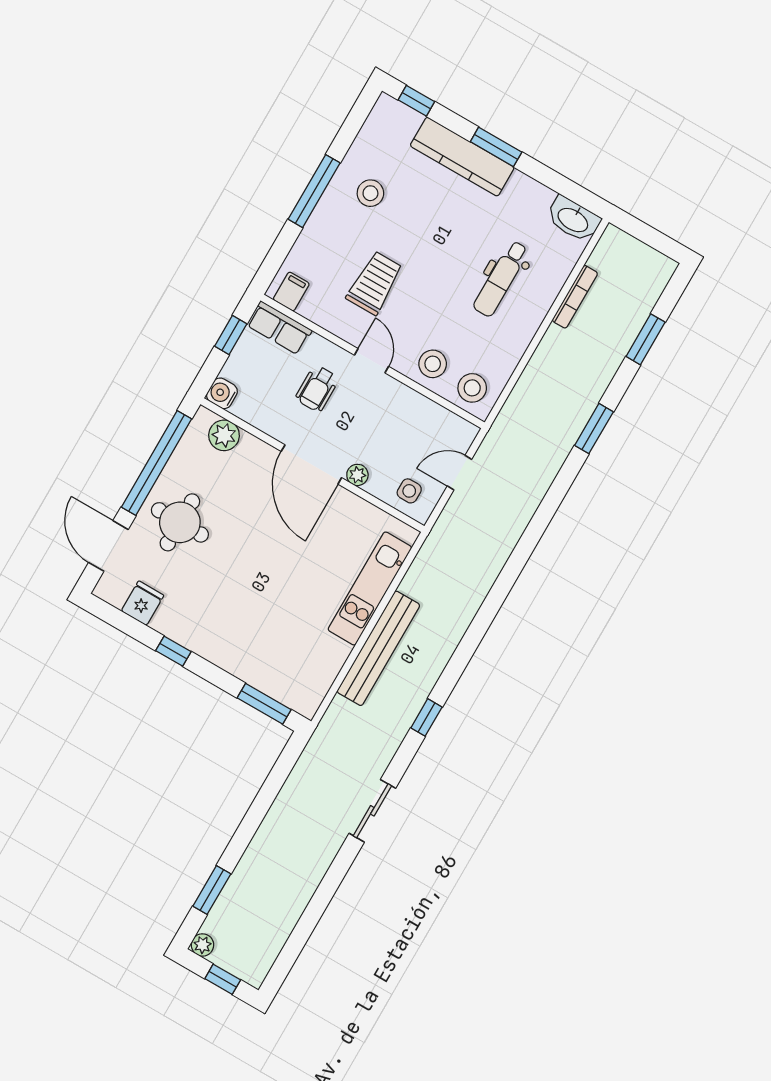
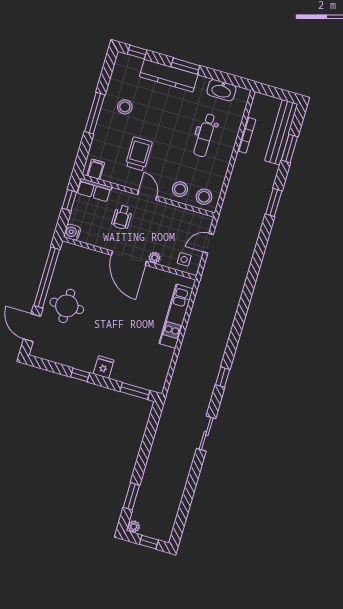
washbasin: (573, 219) -> (221, 90), moved
plant: (224, 435) -> (79, 254), removed
fridge: (143, 603) -> (104, 367), moved
bench: (378, 648) -> (281, 132), moved

